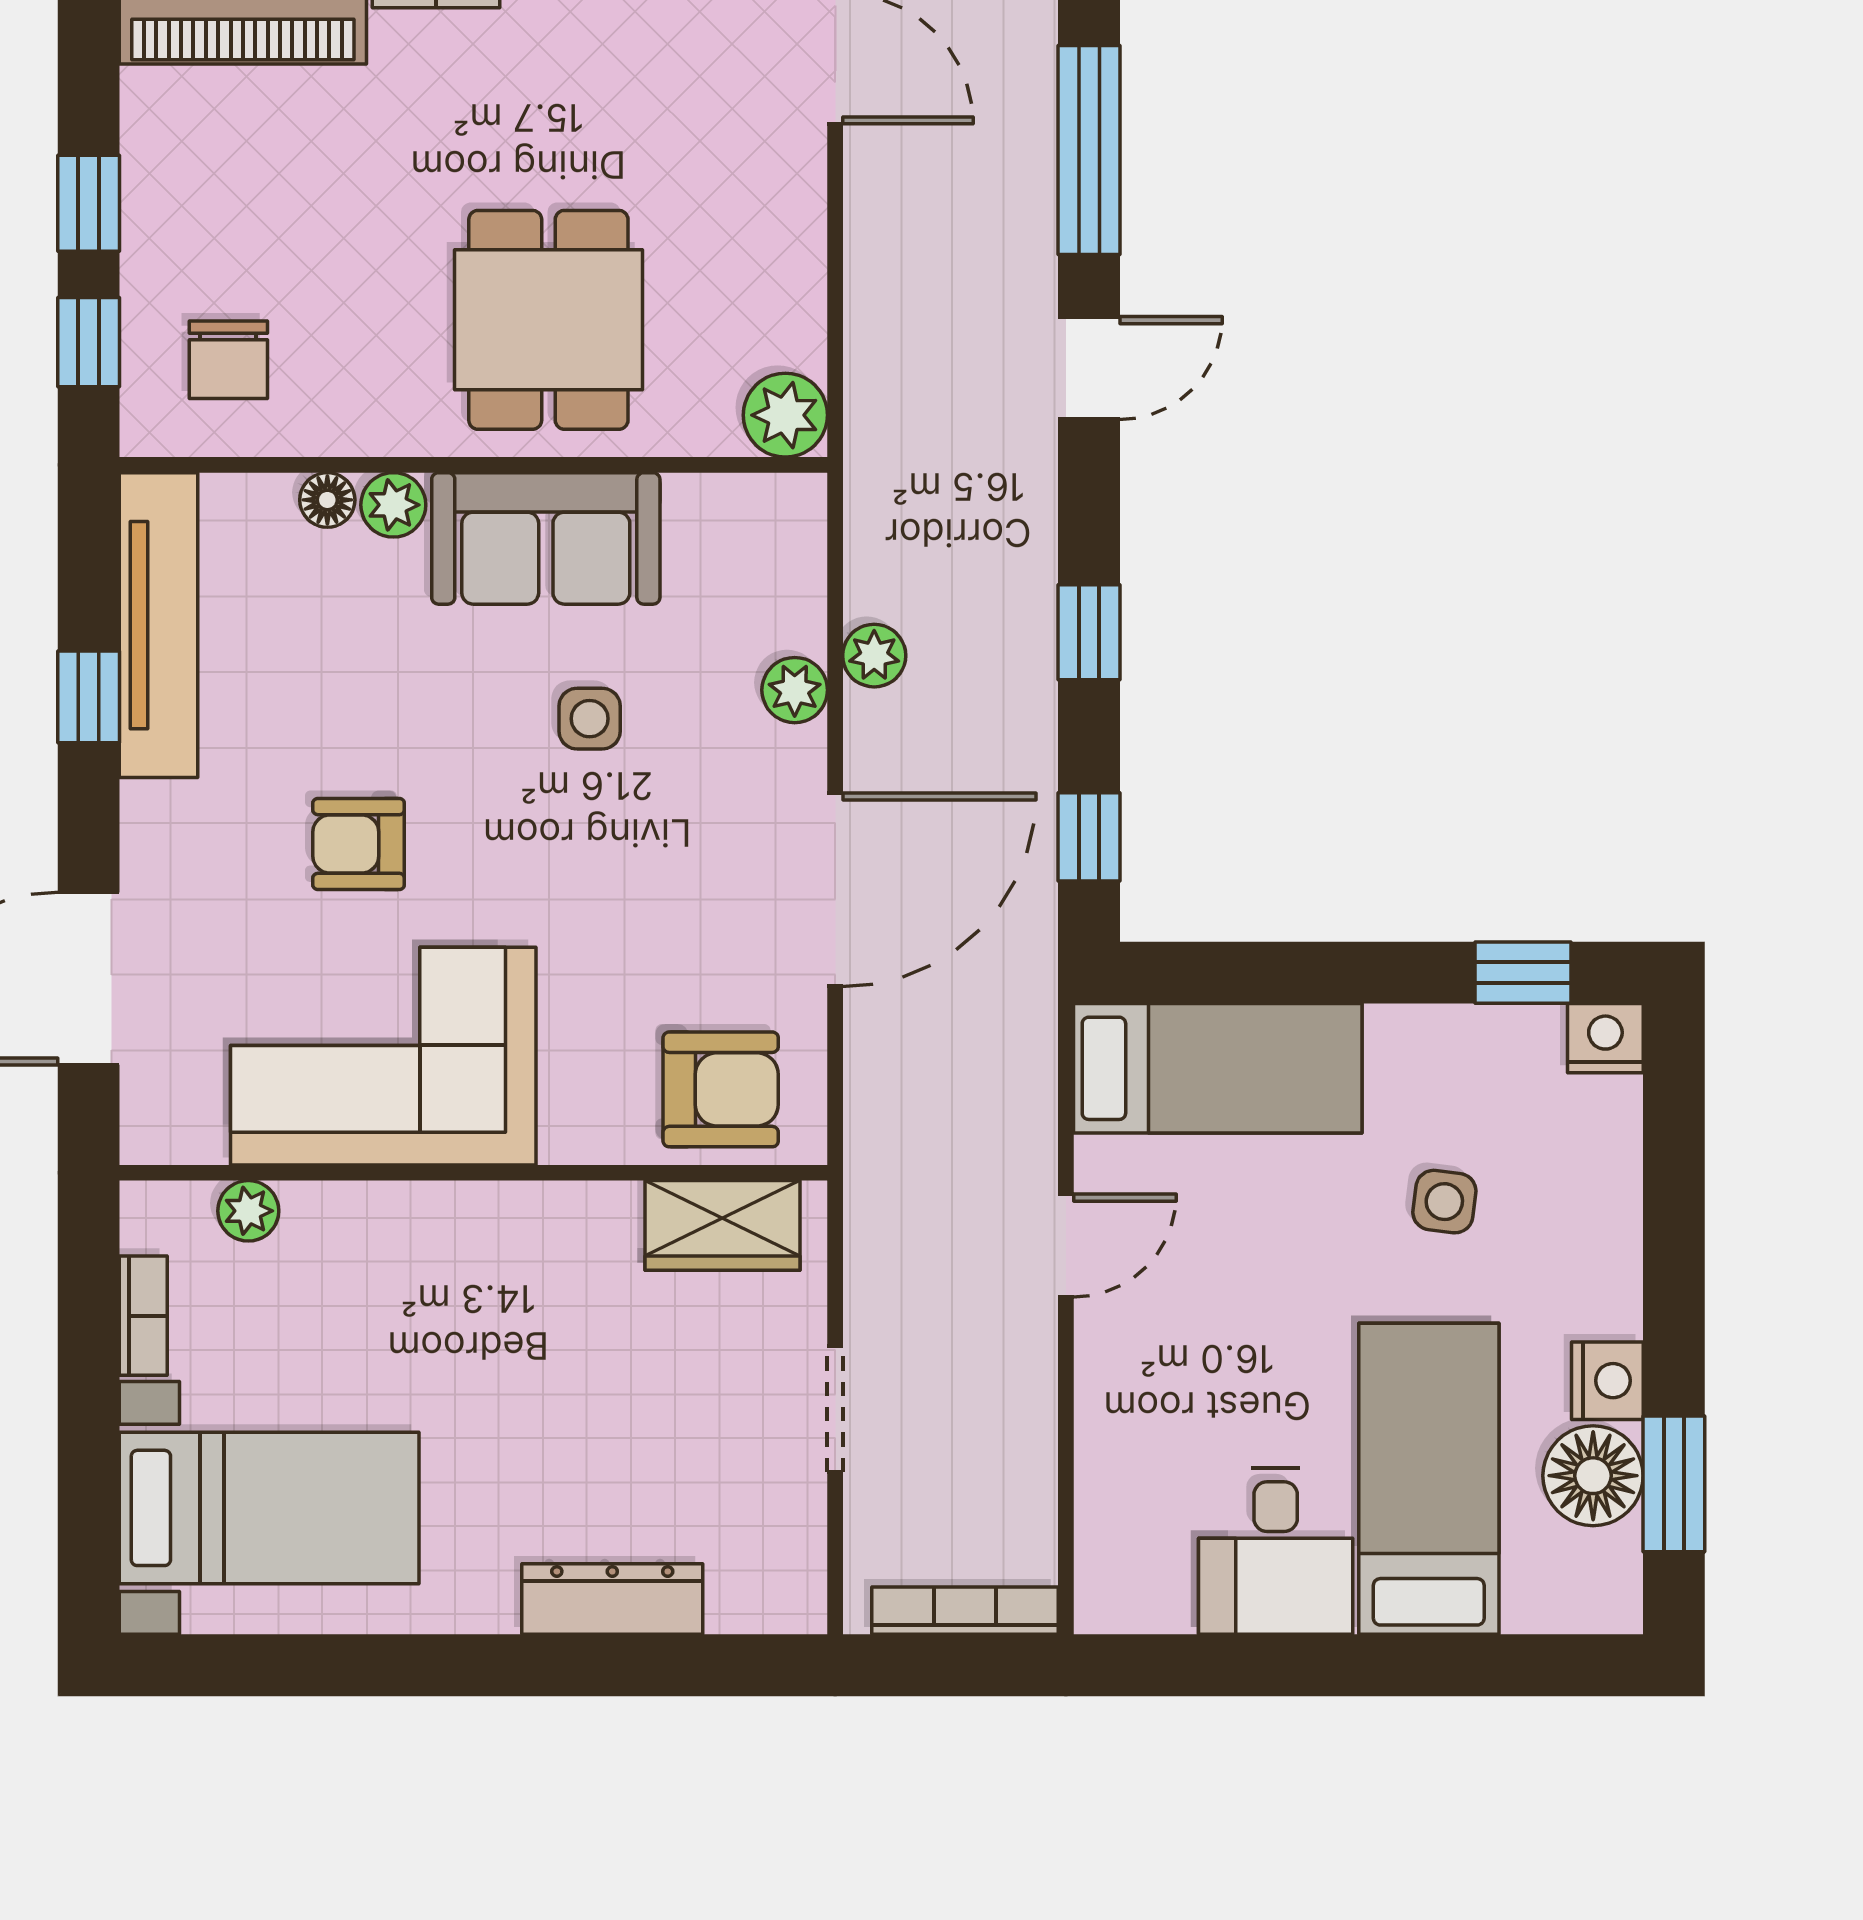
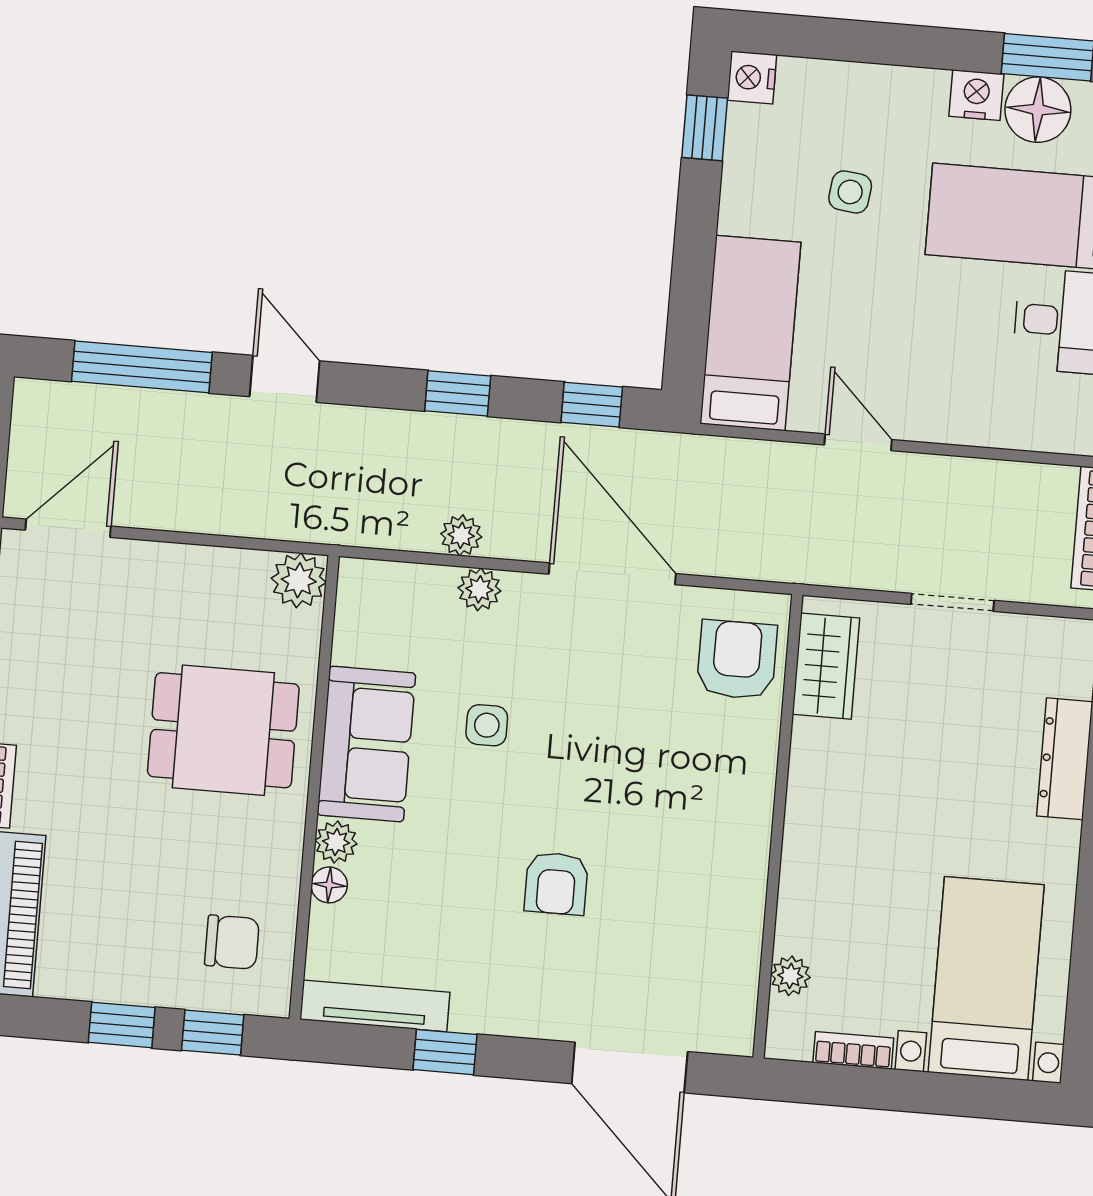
tv unit: (159, 625) -> (375, 1006), width x0.73, depth x0.78
corner sofa: (383, 1056) -> (697, 879), removed

